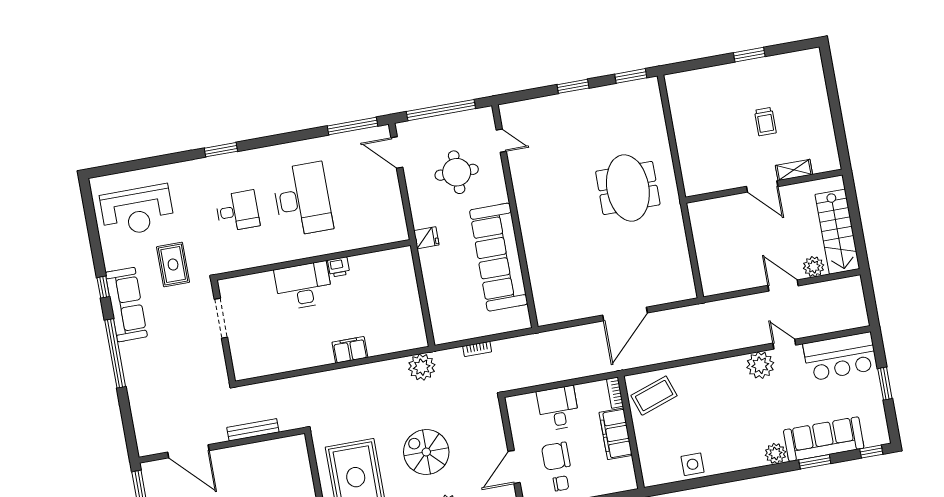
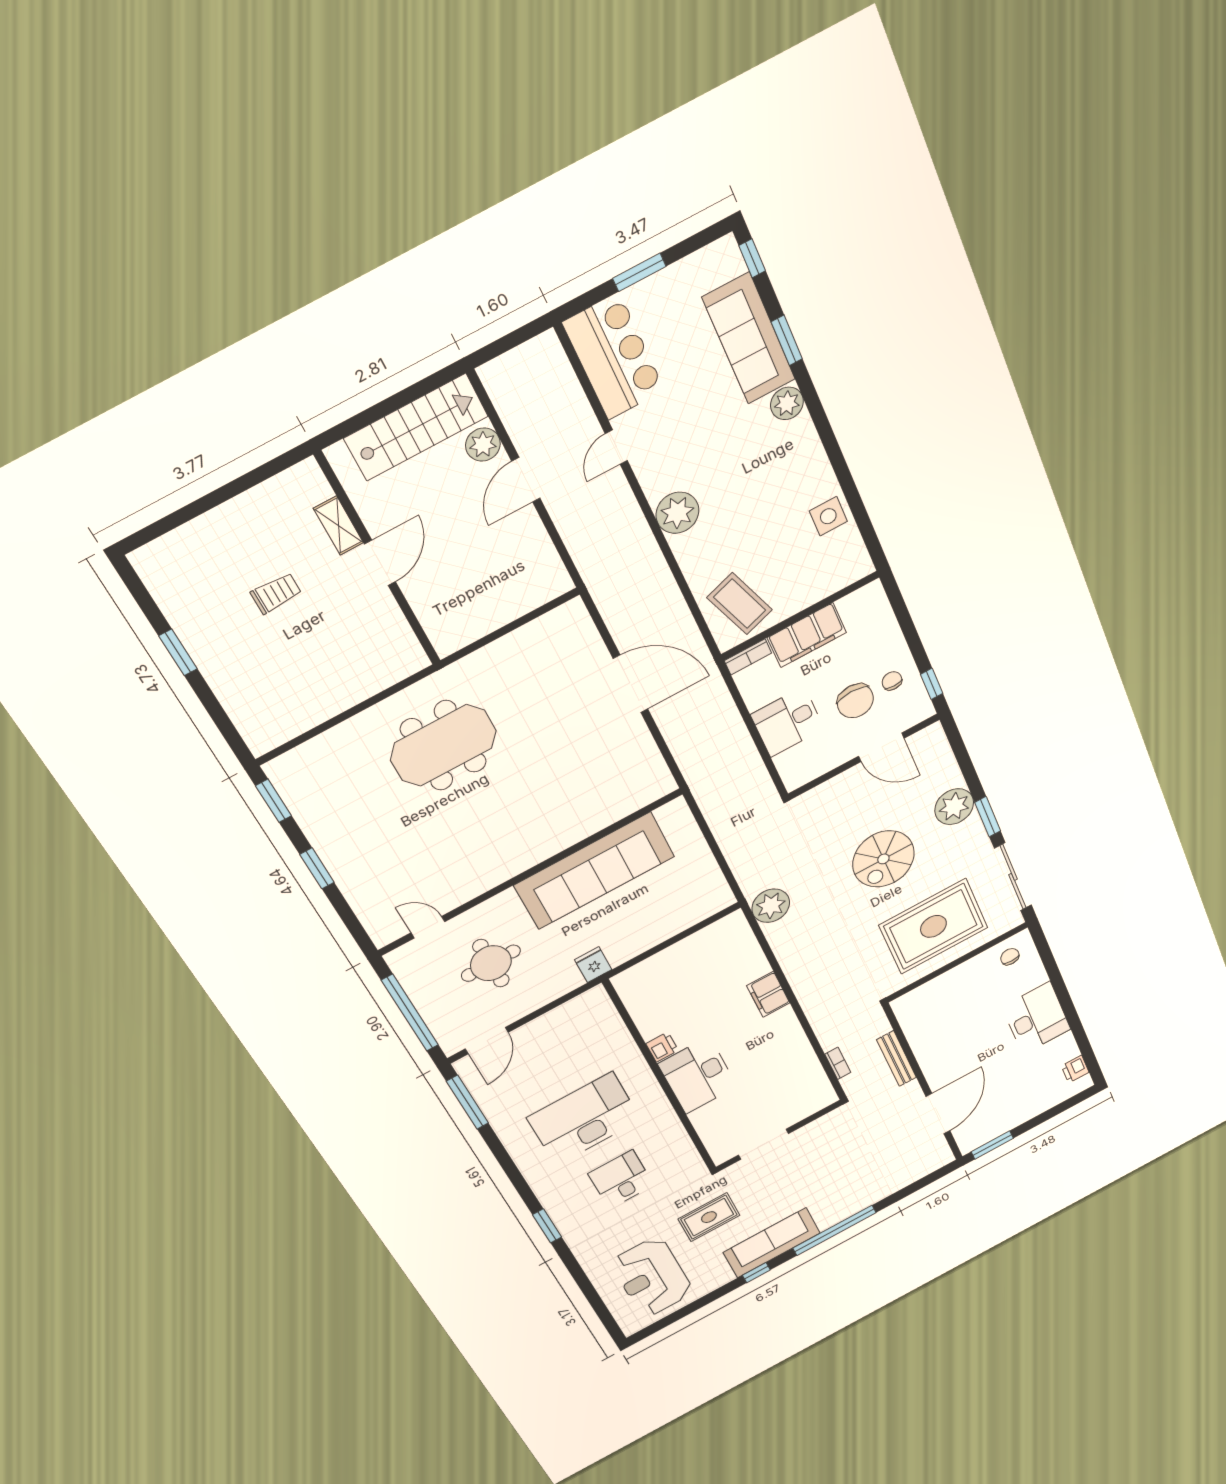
door: (501, 141) -> (428, 927), hinge flipped
reception desk: (137, 211) -> (652, 1277), turned 180
bookcase: (477, 349) -> (838, 1063), moved
plant: (760, 365) -> (677, 513), moved

